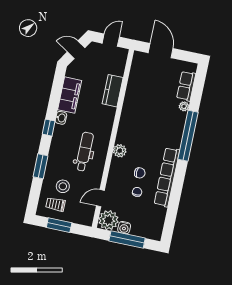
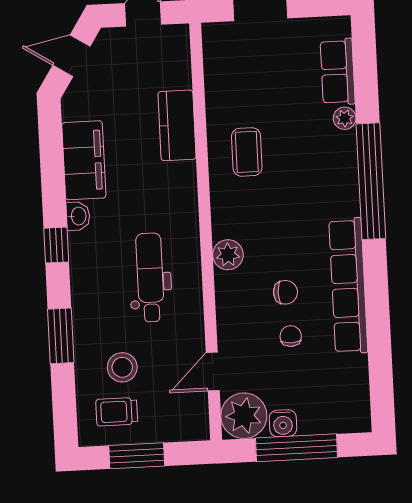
coffee table: (139, 110) -> (247, 152), added

